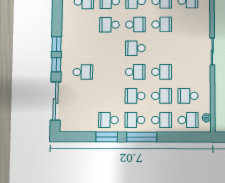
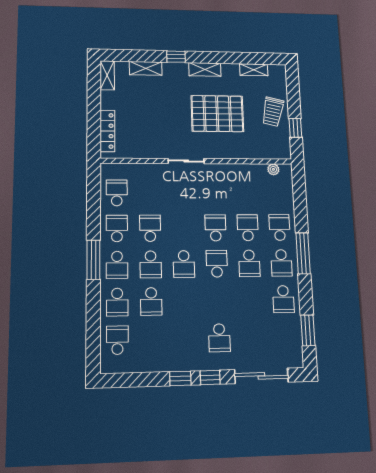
school desk: (135, 25) -> (151, 264), turned 180
school desk: (83, 72) -> (219, 338), turned 180
school desk: (188, 96) -> (246, 193), removed
school desk: (188, 120) -> (278, 193), removed
window: (107, 137) -> (308, 330), moved

